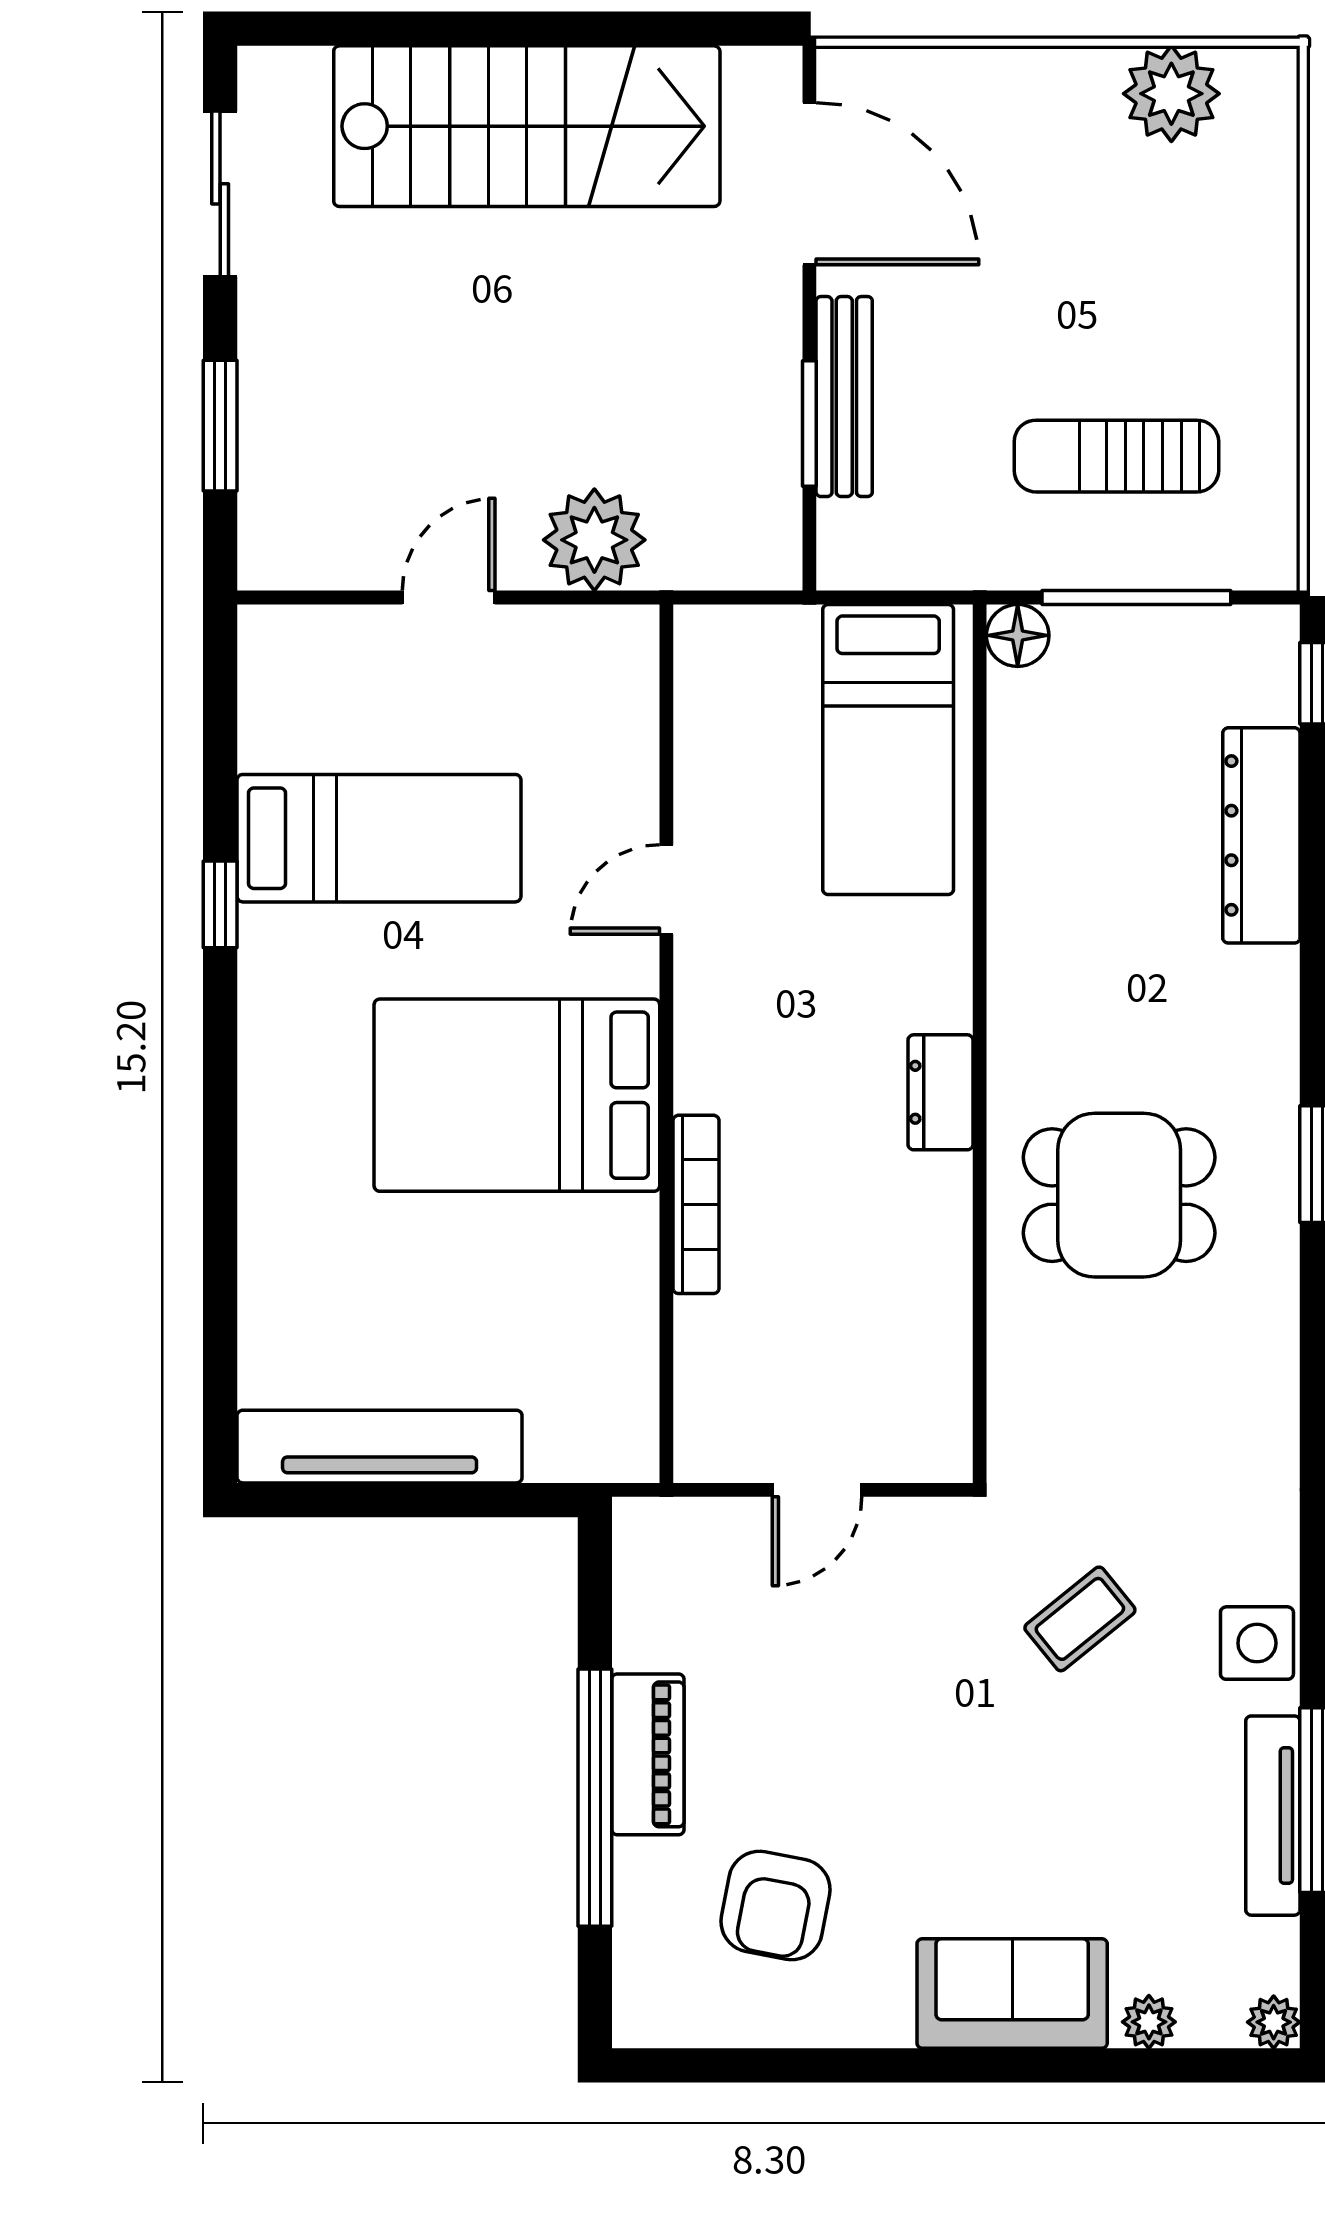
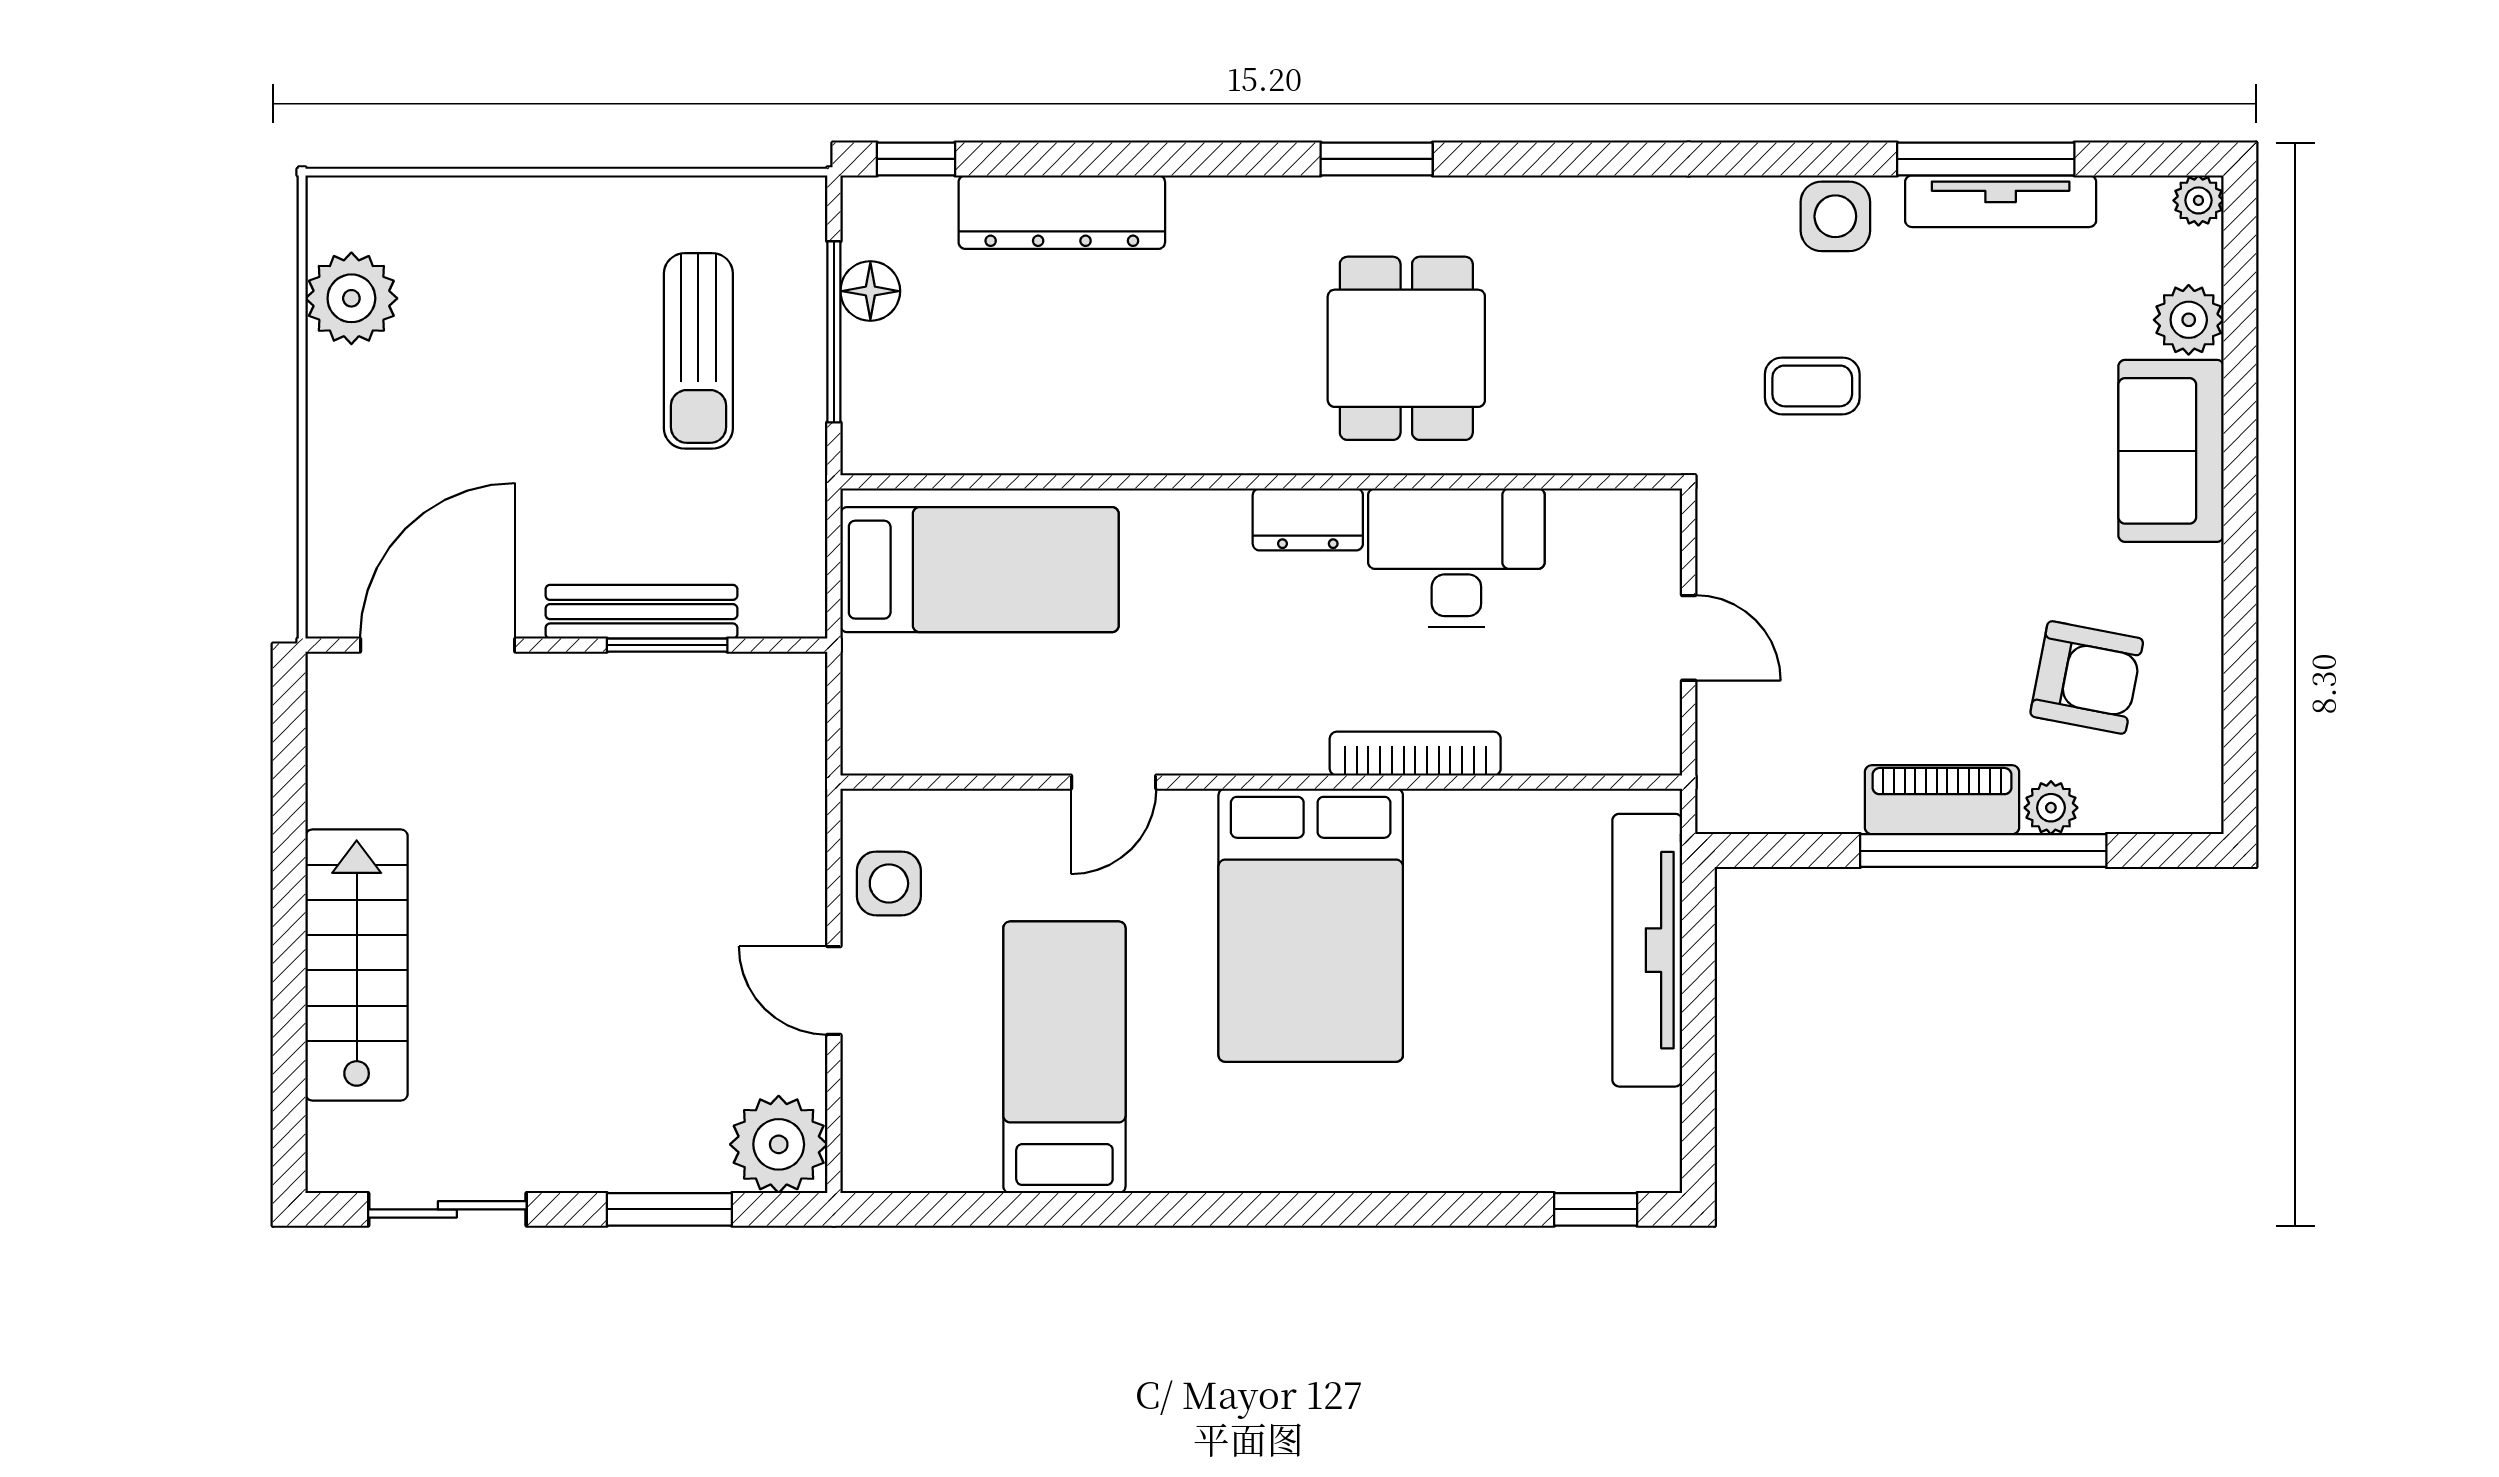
stairs: (527, 126) -> (357, 965), width x0.73, depth x0.66
plant: (594, 540) -> (779, 1144), moved
floor lamp: (1018, 635) -> (870, 291), moved
side table: (560, 655) -> (889, 883), added
door: (666, 890) -> (1114, 782), hinge flipped
window: (220, 904) -> (1596, 1209), moved
desk: (900, 1247) -> (1456, 558), added
tv unit: (380, 1447) -> (1647, 950), moved
coffee table: (1080, 1619) -> (1812, 386), turned -51
plant: (640, 1868) -> (2051, 808), added
plant: (1149, 2022) -> (2189, 320), width x1.38, depth x1.38

